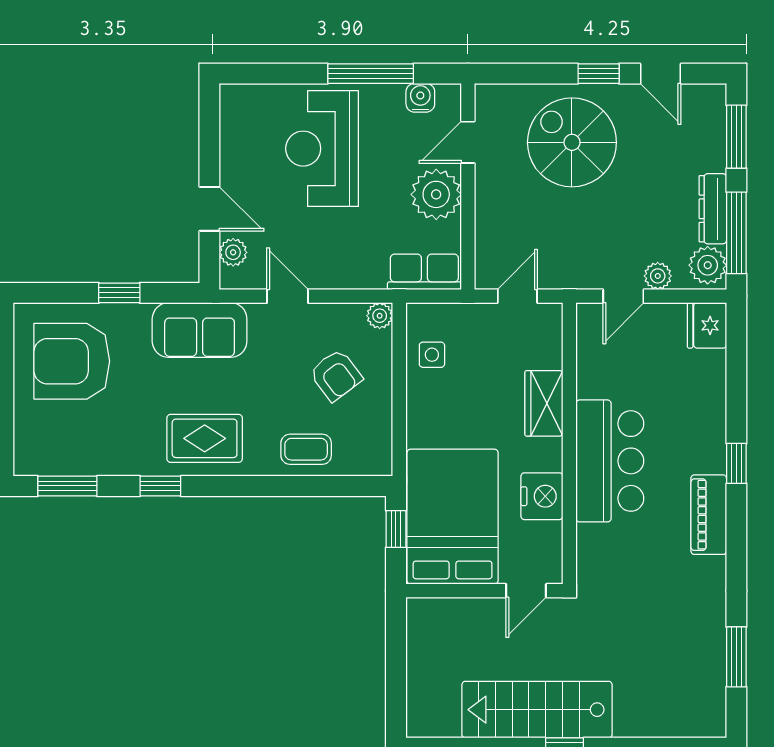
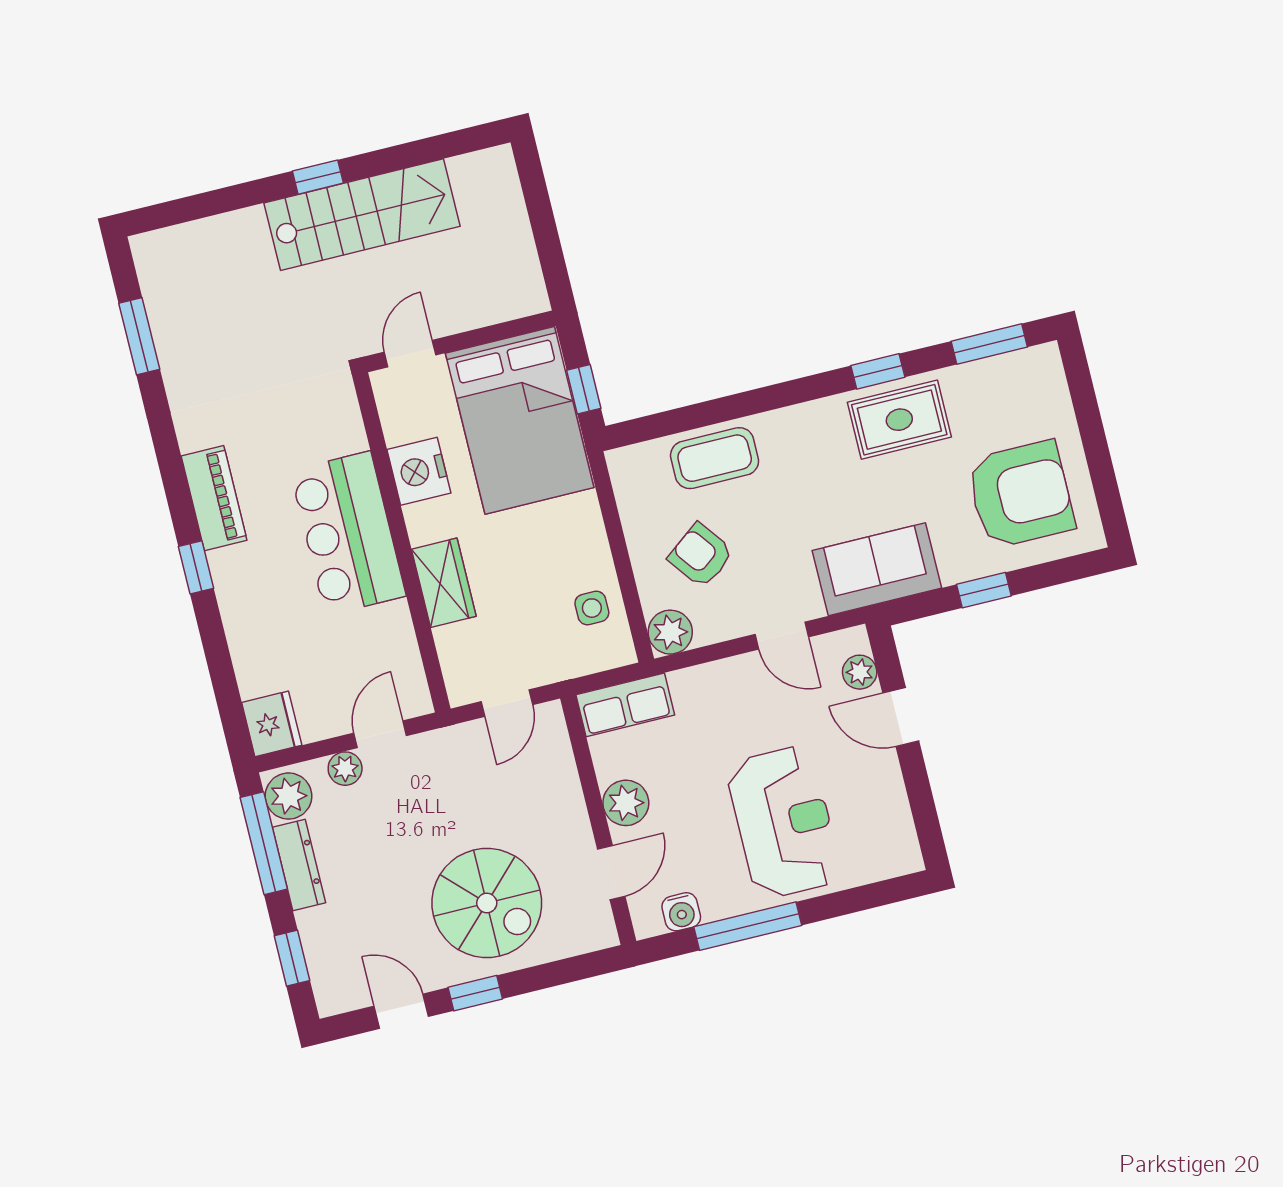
window: (736, 137) -> (292, 958), width x0.67
plant: (436, 194) -> (626, 803), width x0.73, depth x0.73
plant: (380, 316) -> (670, 632), width x1.38, depth x1.38
rug: (205, 438) -> (899, 420), moved
coffee table: (306, 449) -> (715, 458), width x1.36, depth x1.30

